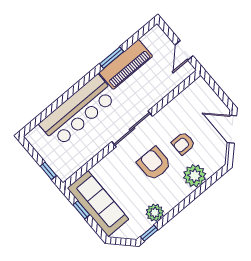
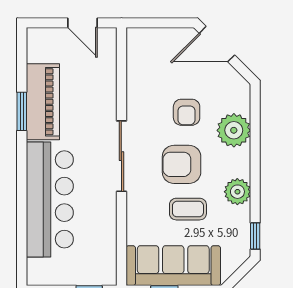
coffee table: (134, 187) -> (188, 209), added
plant: (155, 213) -> (237, 192), moved

